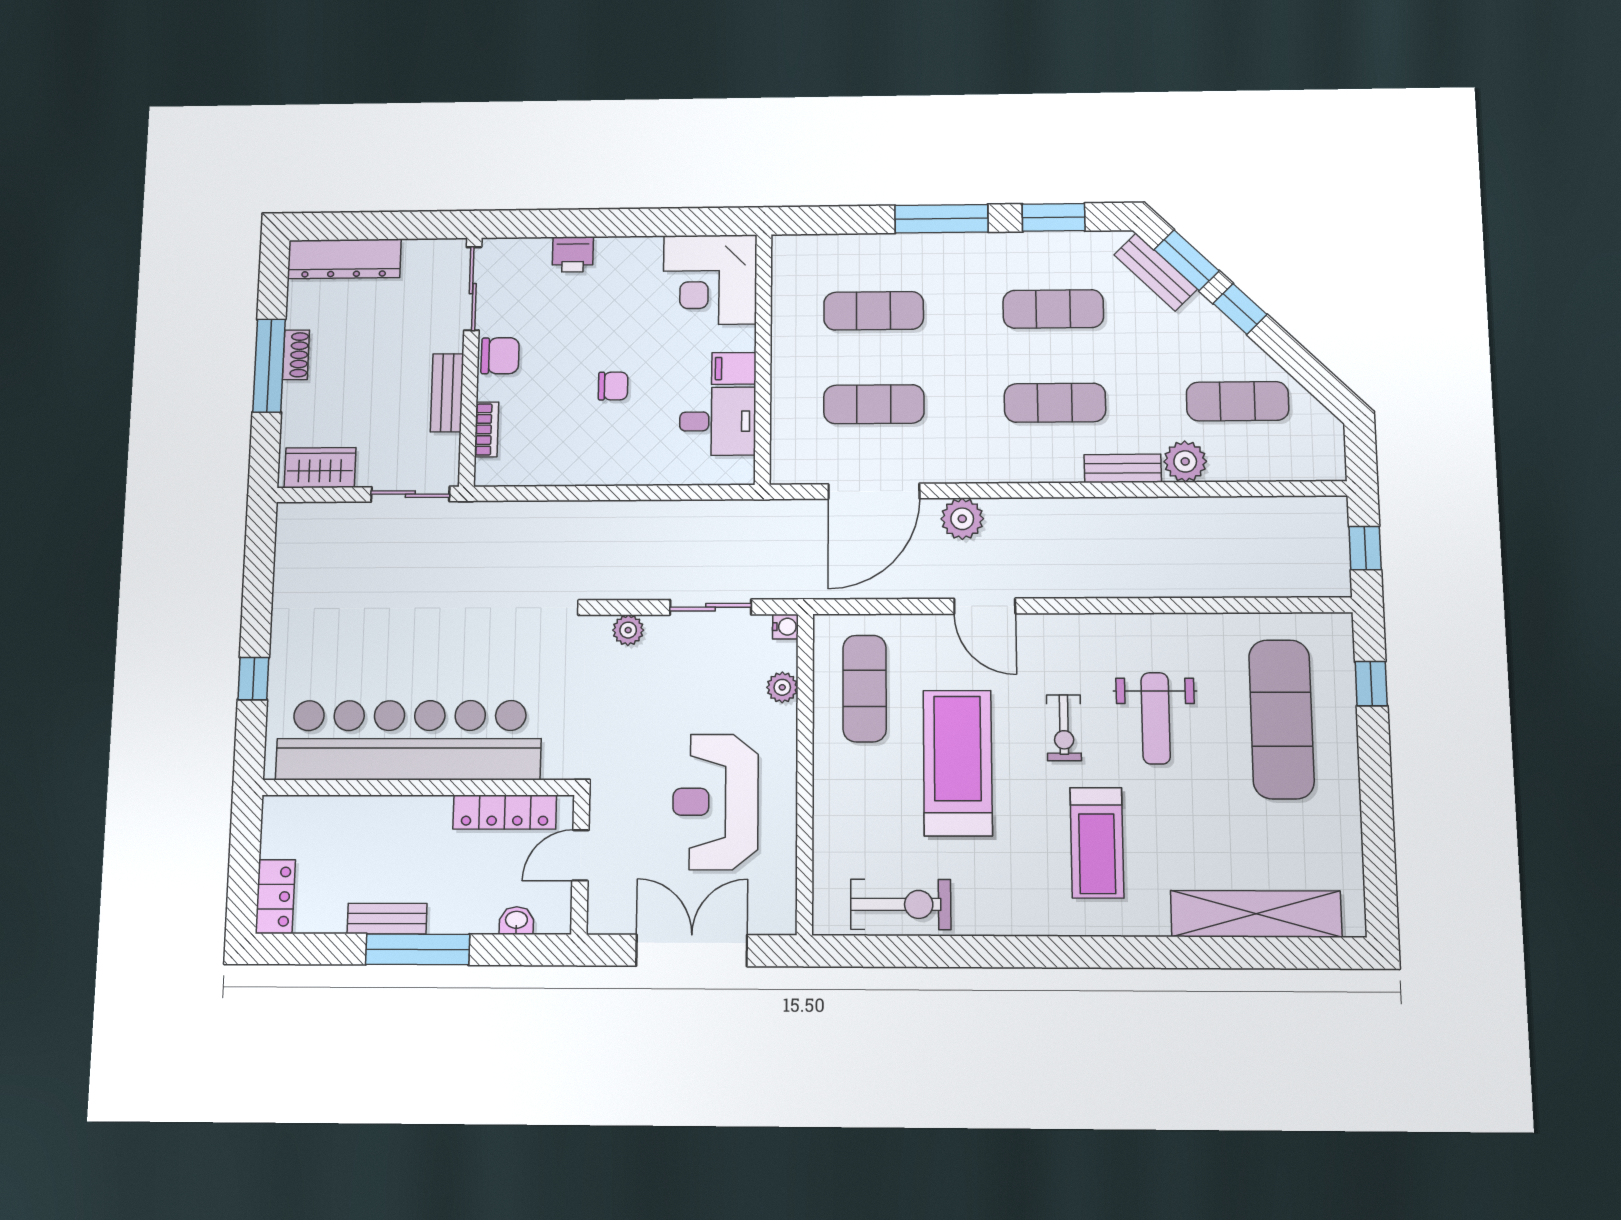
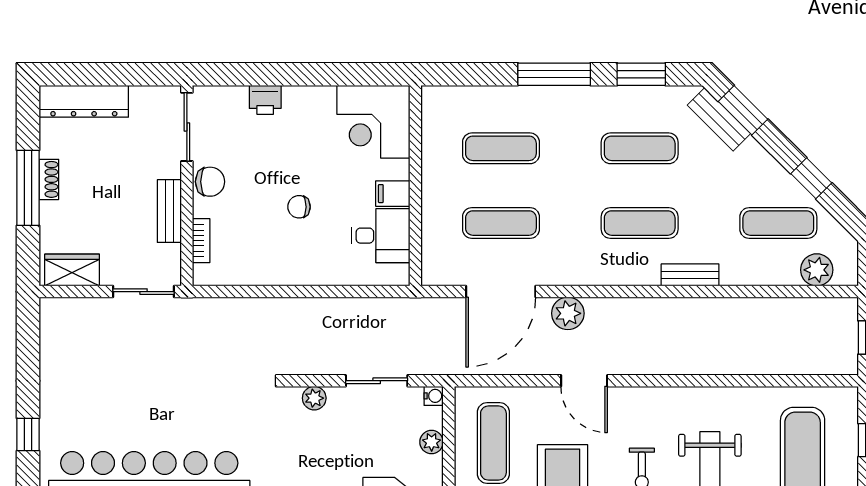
window: (1240, 309) -> (811, 178), moved
chair: (613, 386) -> (299, 207), turned 180
plant: (1185, 461) -> (817, 270), moved

